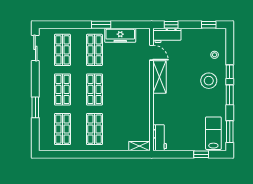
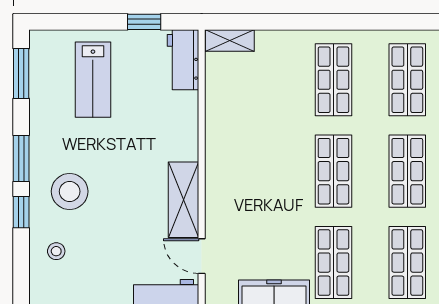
lab bench: (213, 133) -> (93, 80), moved
window: (201, 154) -> (144, 22), moved

